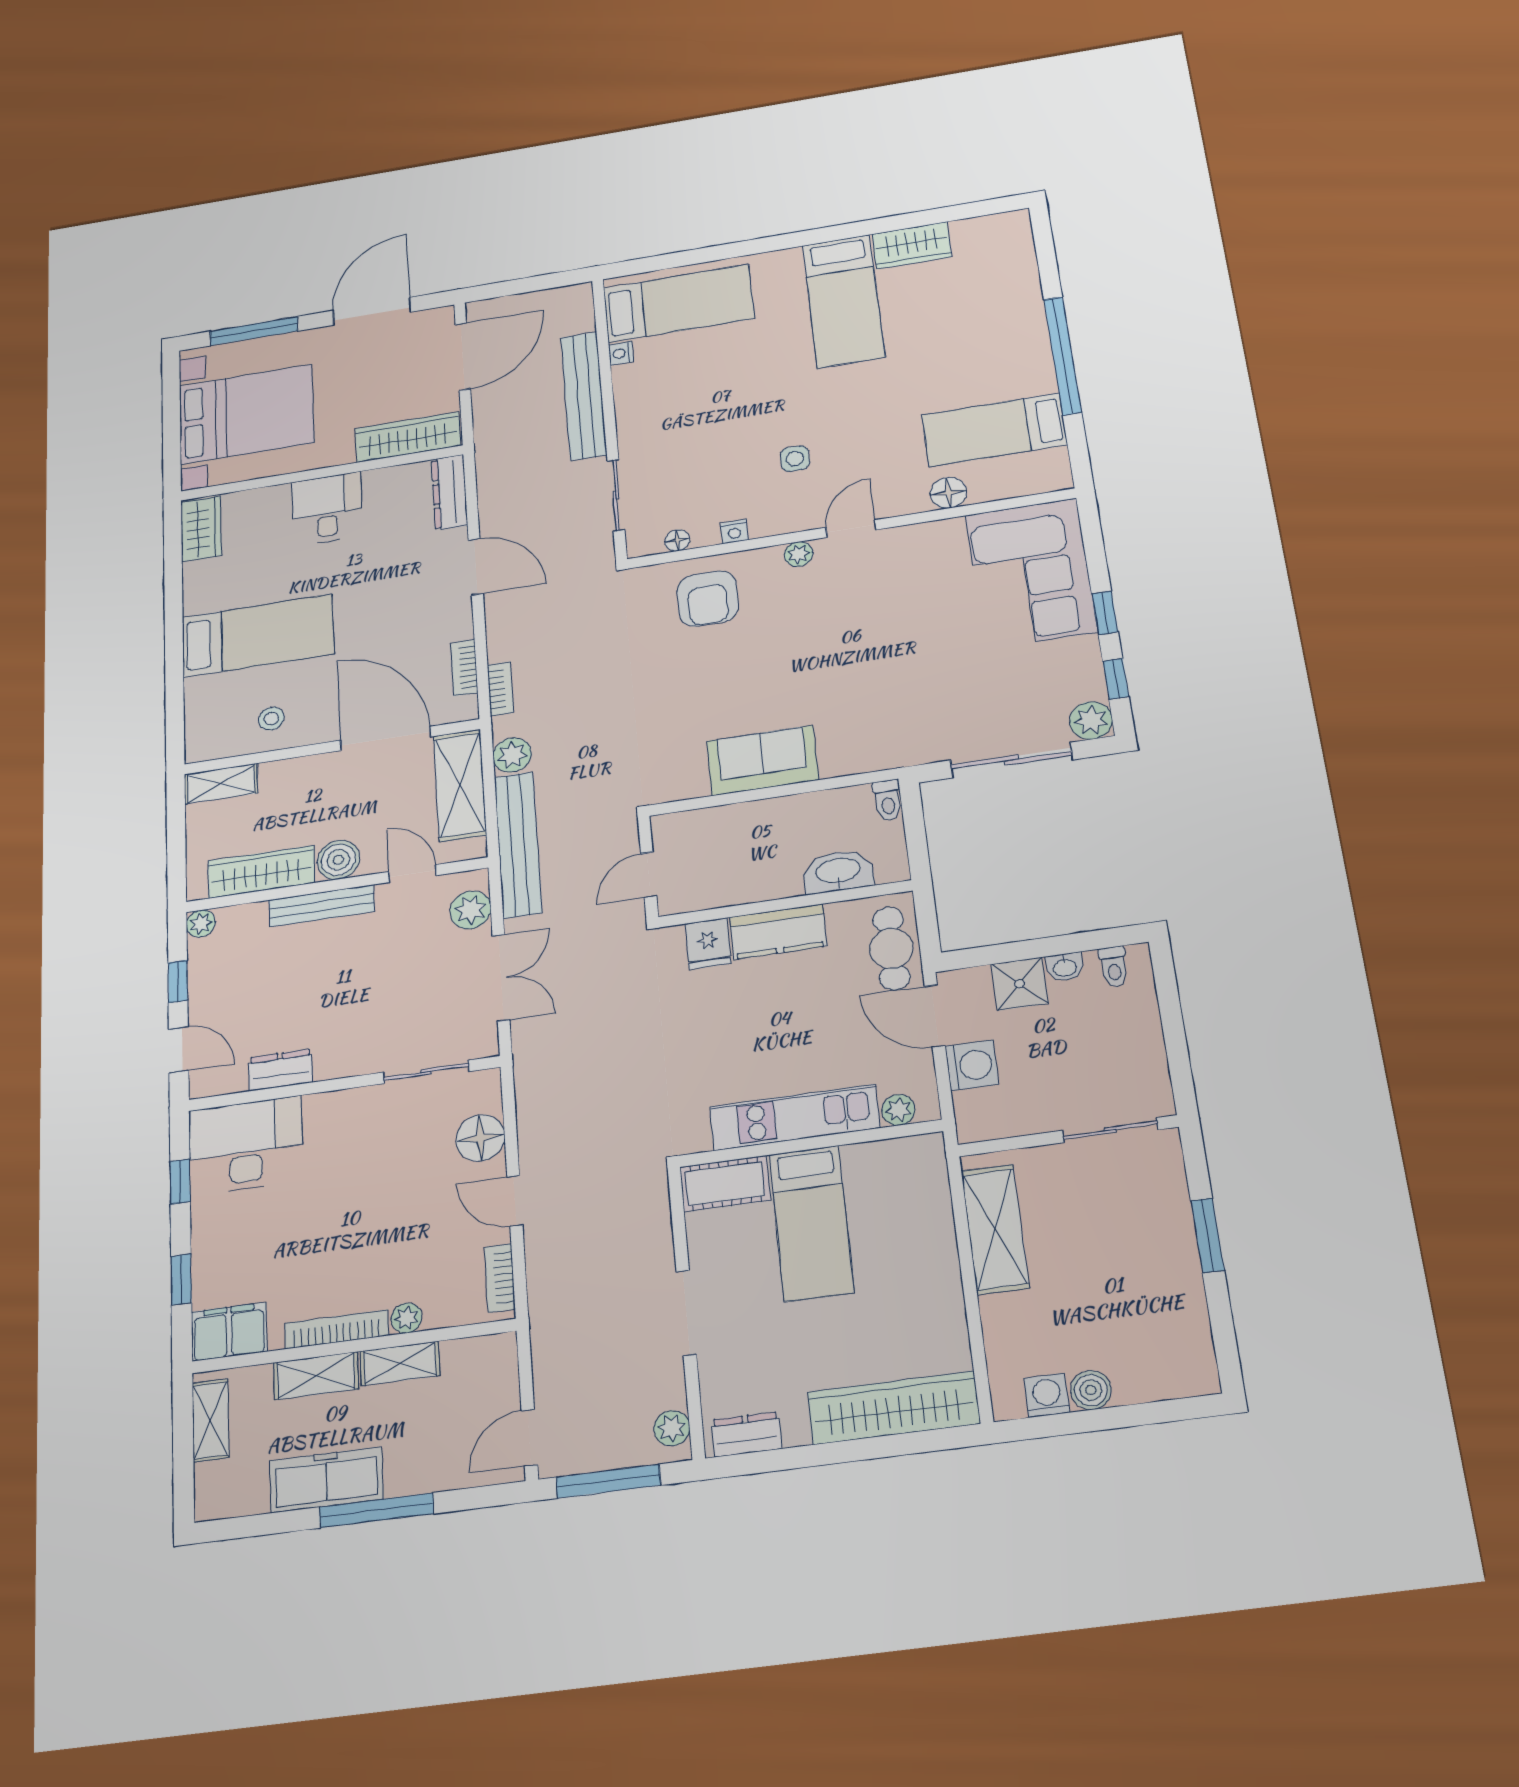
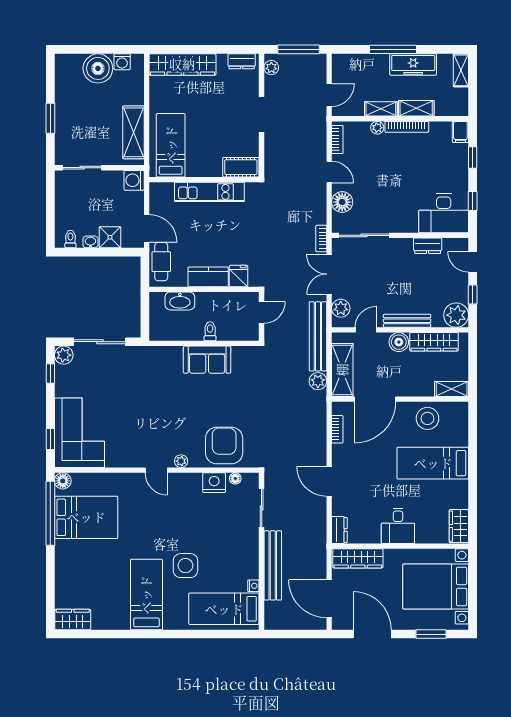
wardrobe: (912, 245) -> (73, 619), moved
door: (372, 311) -> (372, 634), swing flipped
window: (254, 331) -> (431, 634), width x0.69
window: (1063, 356) -> (50, 513), moved
door: (463, 357) -> (329, 599), hinge flipped
bed: (994, 430) -> (86, 517), width x1.50
side table: (795, 459) -> (185, 566), moved, width x1.87, depth x1.87
dresser: (449, 492) -> (339, 530), width x0.70
floor lamp: (948, 493) -> (63, 481), moved
door: (851, 529) -> (156, 470), hinge flipped
nightstand: (734, 532) -> (214, 483), width x1.89, depth x1.79
armchair: (708, 599) -> (224, 446), width x1.36, depth x1.36
window: (1105, 613) -> (50, 439), moved
bookcase: (500, 689) -> (321, 238), moved
stool: (271, 719) -> (427, 418), width x1.89, depth x1.89
door: (385, 739) -> (375, 399), hinge flipped
toilet: (887, 800) -> (210, 331), moved
door: (412, 874) -> (366, 330), swing flipped
plant: (201, 924) -> (456, 315), width x1.88, depth x1.88
washing machine: (972, 1065) -> (134, 180), moved
sliding door: (426, 1072) -> (364, 235), width x1.37
plant: (899, 1110) -> (166, 189), removed
bed: (811, 1223) -> (171, 145), moved
filing cabinet: (229, 1332) -> (460, 132), width x0.50
boiler: (1091, 1390) -> (98, 68), width x1.86, depth x1.86
shelving: (211, 1420) -> (461, 70), moved
door: (529, 1438) -> (329, 95), moved

